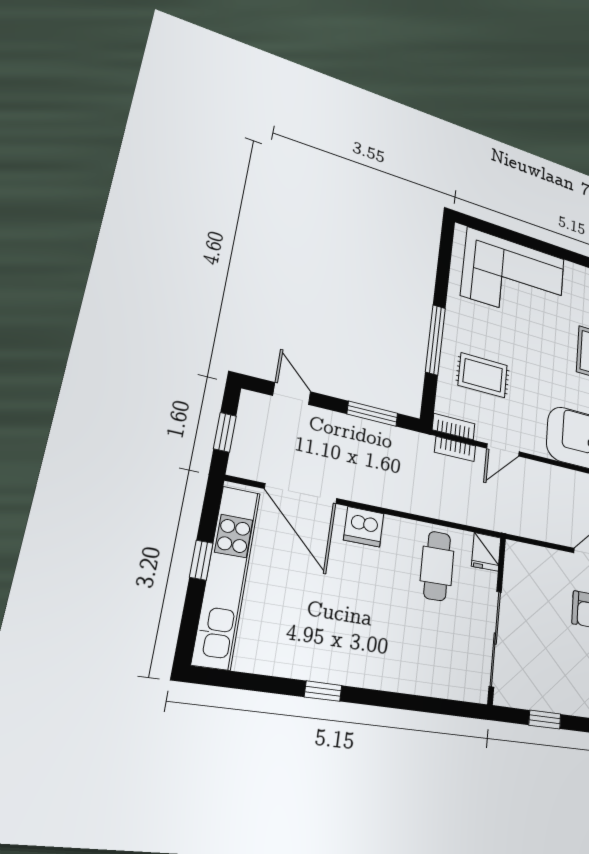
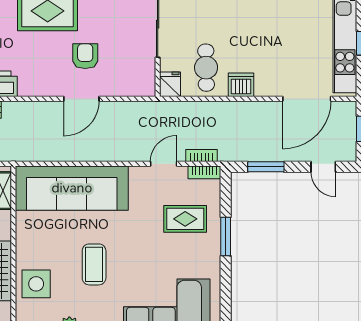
window: (435, 340) -> (226, 237), width x0.69
door: (301, 494) -> (307, 99), swing flipped
dishwasher: (364, 527) -> (241, 85), moved

